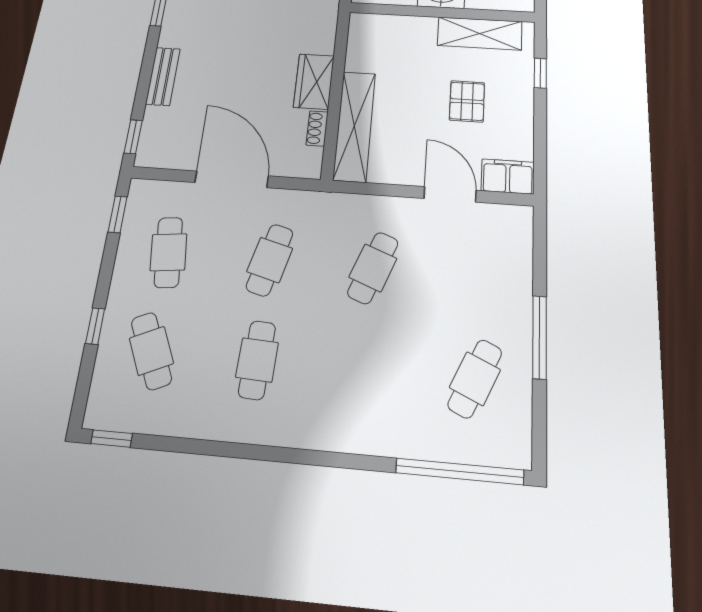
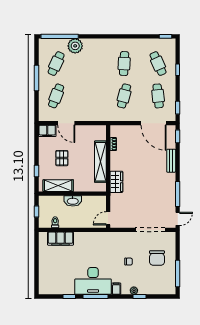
wardrobe: (314, 82) -> (116, 182), moved
shelving: (354, 126) -> (100, 162), moved
door: (232, 179) -> (154, 123), moved
cafe table: (373, 268) -> (56, 96), moved
plant: (409, 433) -> (75, 46), added

